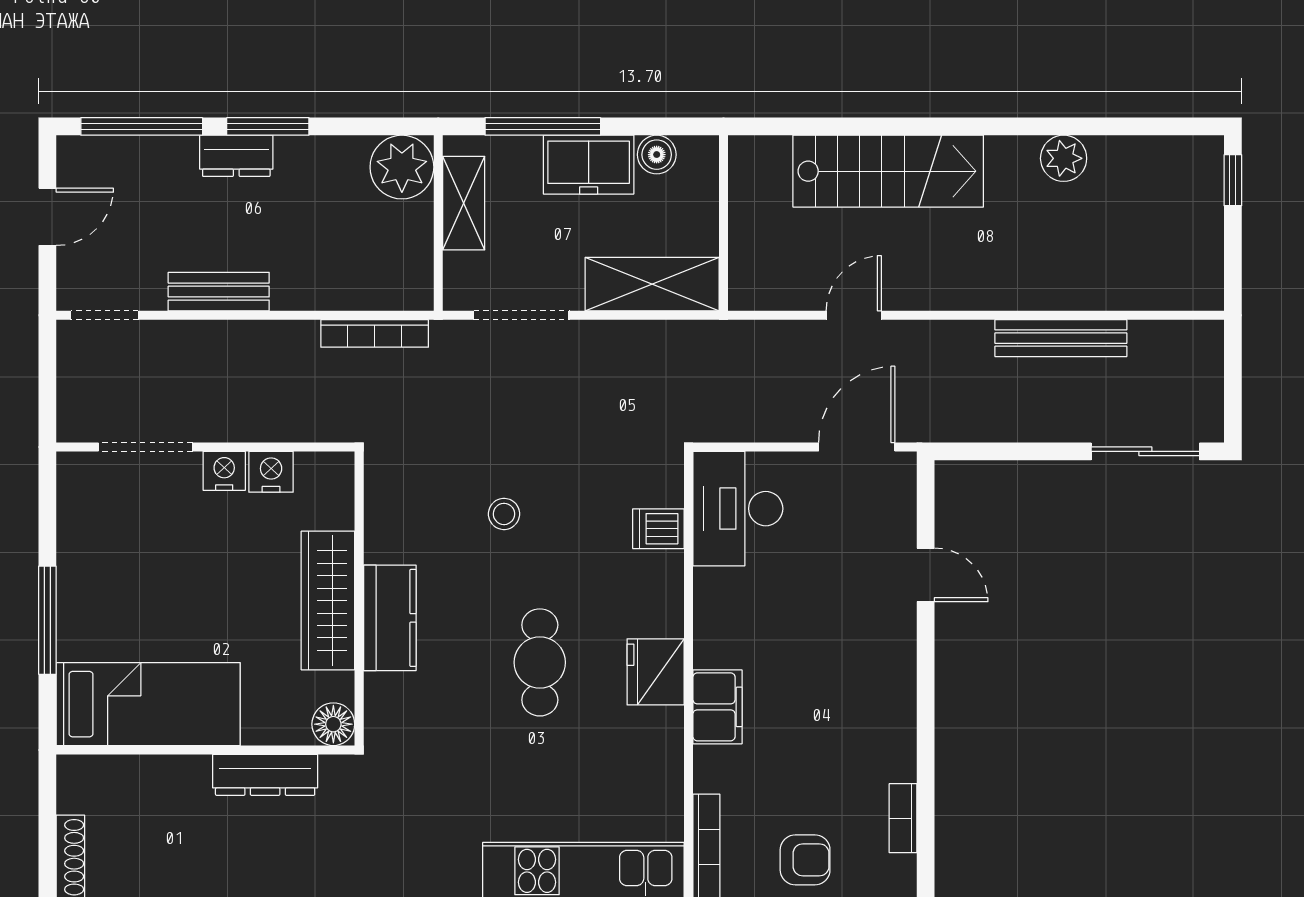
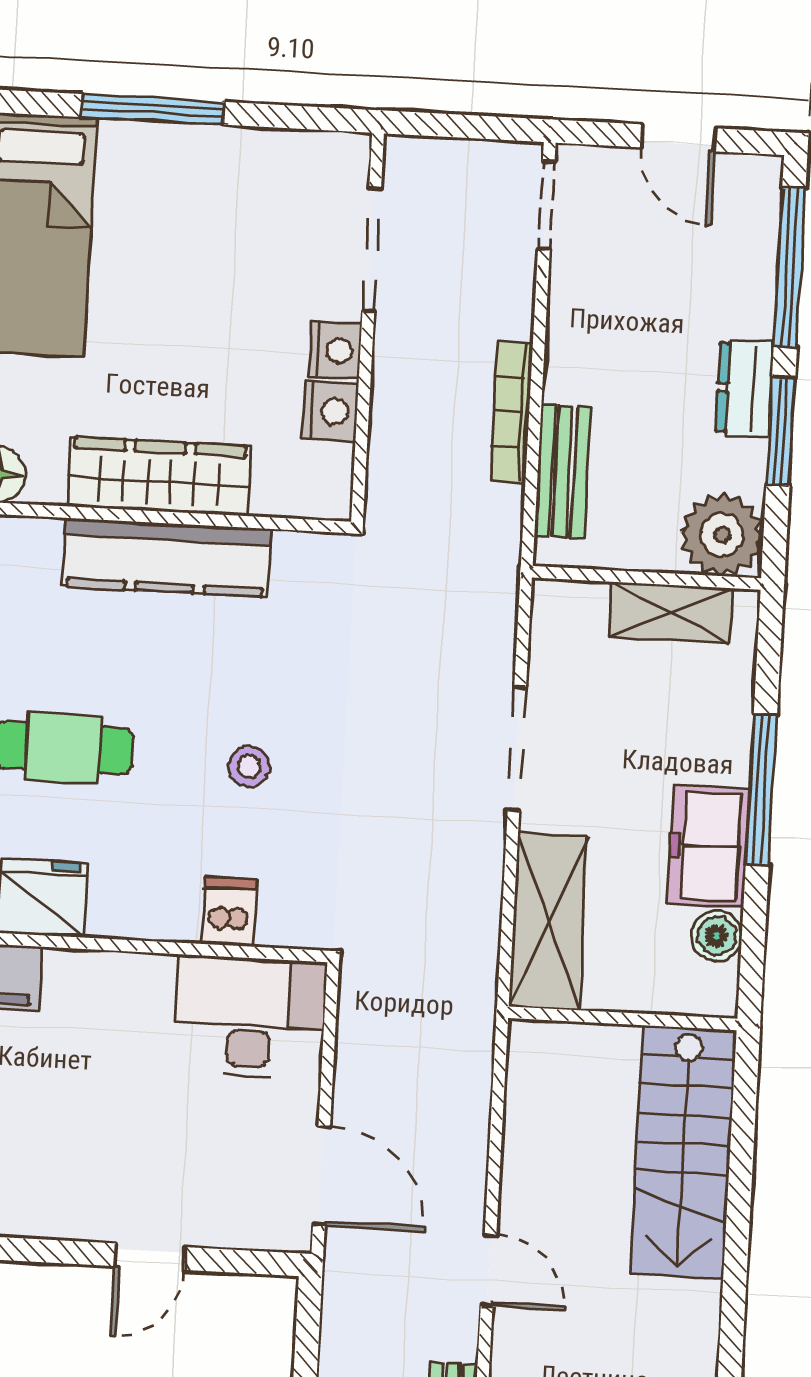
plant: (402, 167) -> (722, 535), moved
stairs: (888, 171) -> (683, 1152), moved
shelving: (464, 203) -> (671, 612), moved
wall: (438, 223) -> (647, 578), moved
bench: (219, 292) -> (563, 471), moved
door: (854, 315) -> (489, 1270), moved
bookcase: (375, 333) -> (511, 411), moved
stool: (504, 514) -> (249, 766), moved
kitchen counter: (390, 618) -> (166, 558), width x1.50

